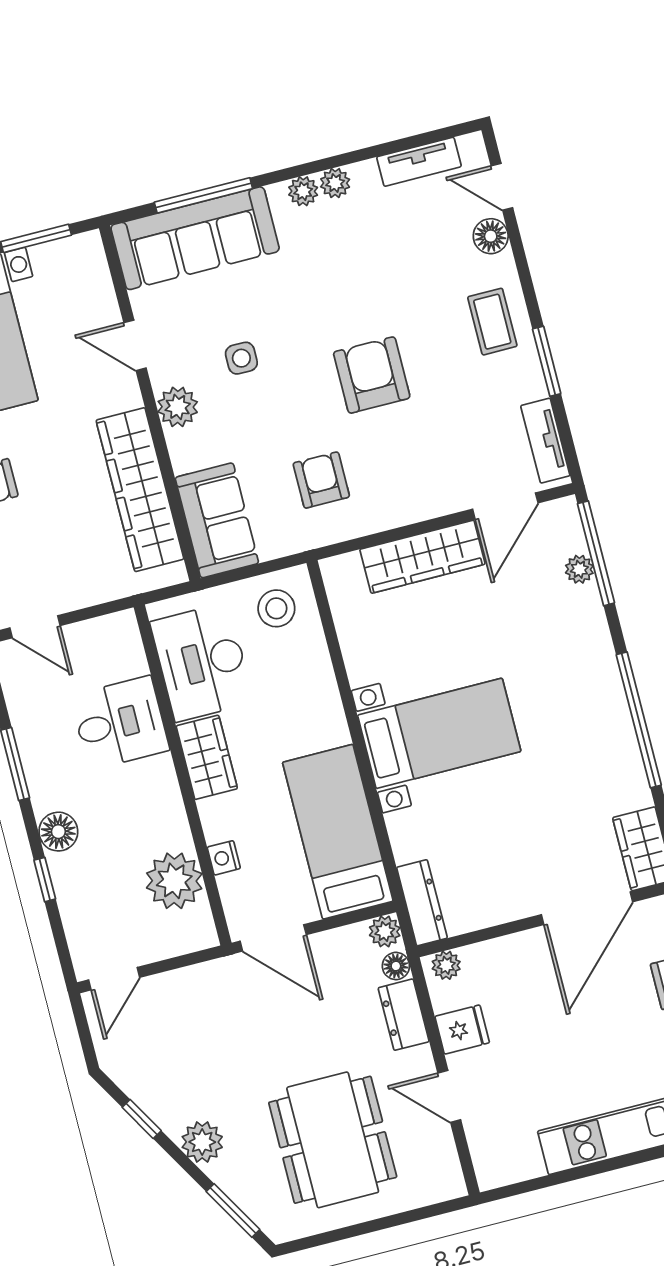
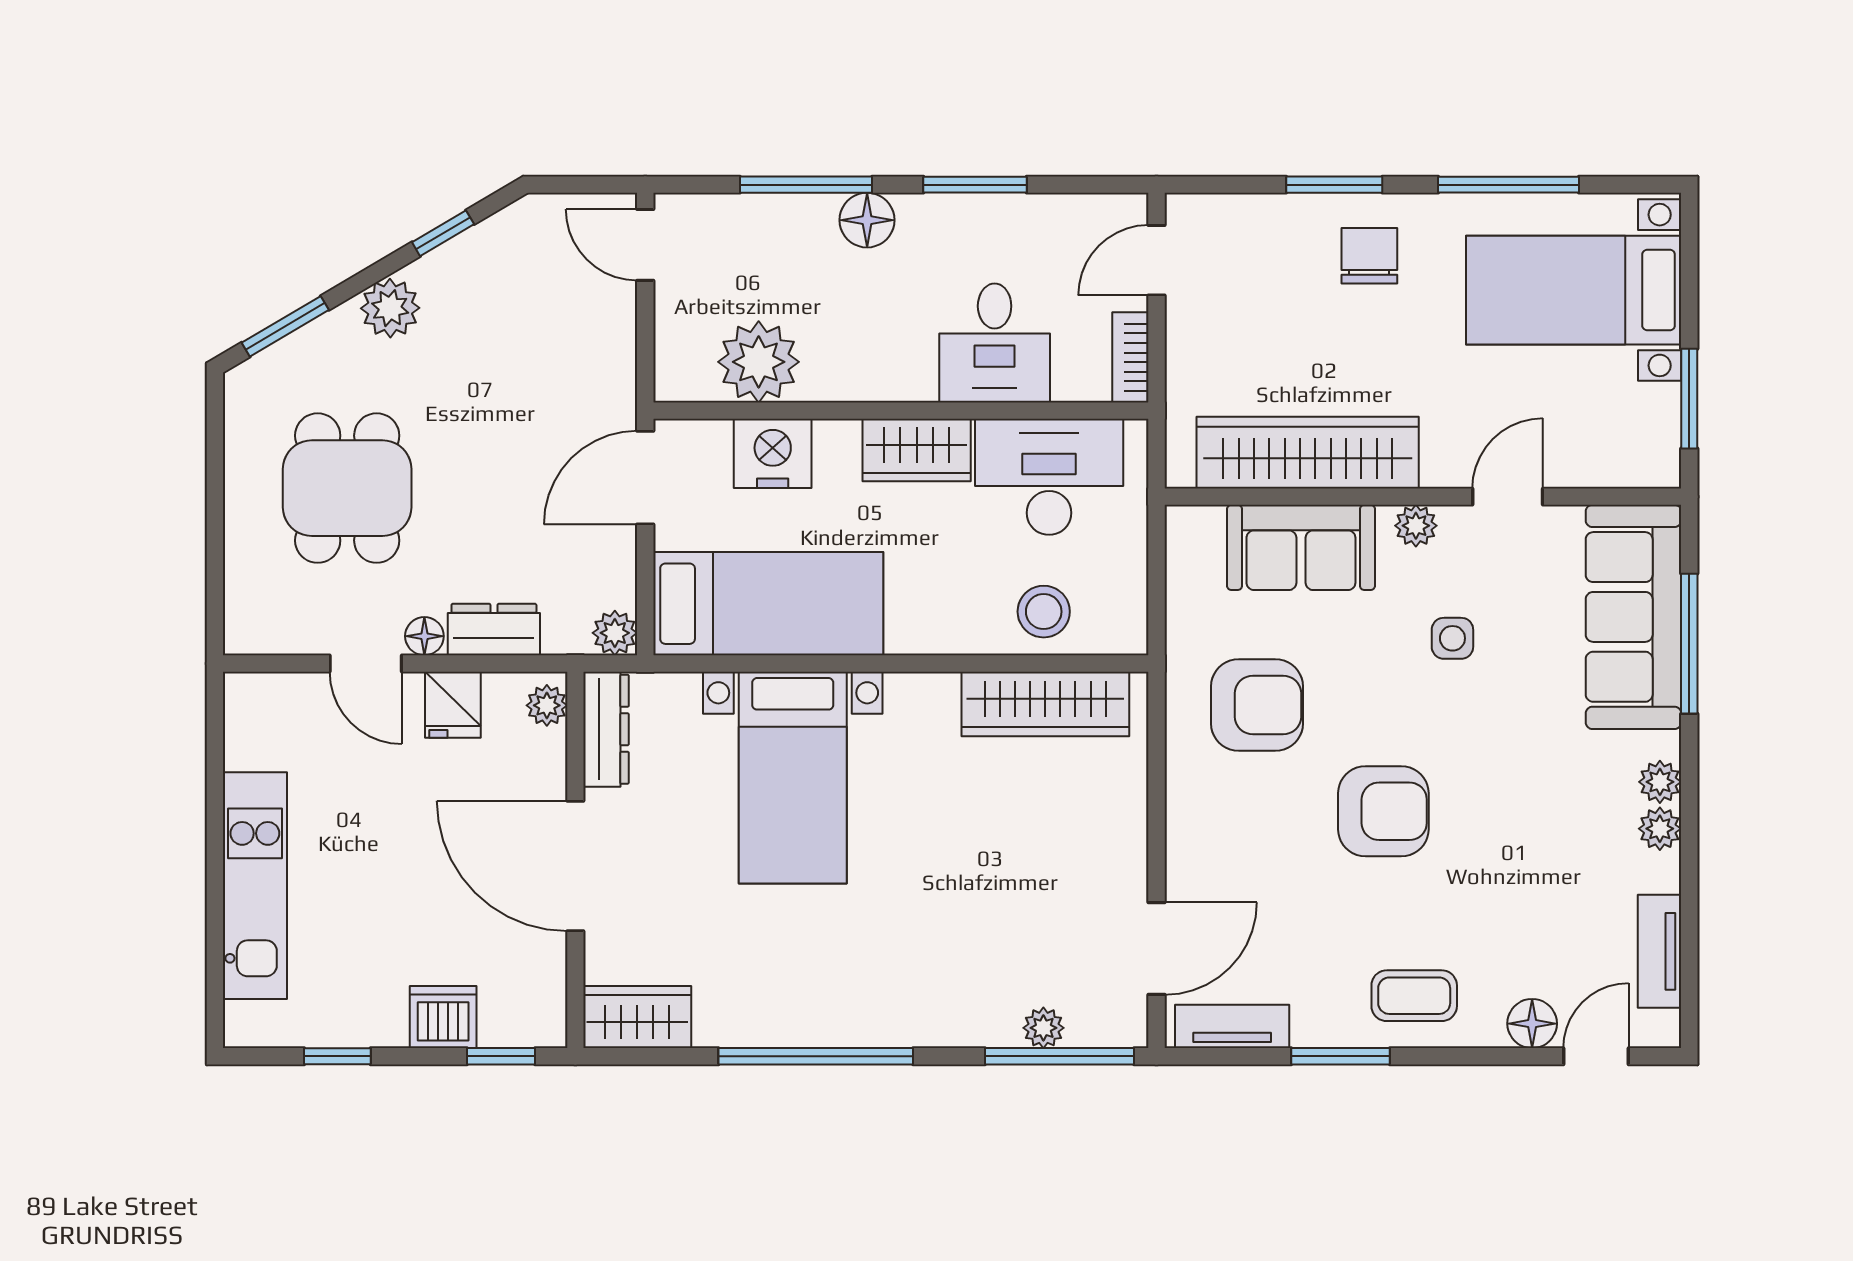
plant: (178, 407) -> (1416, 526), width x0.73, depth x0.73
armchair: (321, 480) -> (1257, 705), width x1.38, depth x1.38
door: (505, 506) -> (1157, 949), swing flipped
sofa: (217, 520) -> (1301, 547), moved
wardrobe: (422, 557) -> (1045, 704), moved, turned -90
stool: (276, 608) -> (1044, 612), moved
bookcase: (106, 628) -> (1130, 357), added
bed with nightstands: (439, 733) -> (793, 778), moved
nightstand: (224, 858) -> (773, 453), width x1.89, depth x1.79
window: (45, 880) -> (806, 185), width x2.17
dresser: (422, 903) -> (606, 729), moved, turned -90
door: (587, 908) -> (575, 866), moved
floor lamp: (396, 966) -> (424, 636), moved
door: (449, 1096) -> (366, 663), swing flipped
dining table: (333, 1140) -> (347, 488), width x0.73

